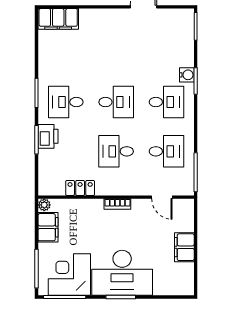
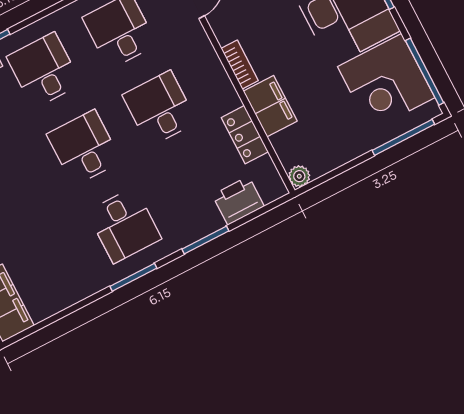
printer: (48, 136) -> (238, 201), moved
desk: (116, 151) -> (160, 109), turned 180
filing cabinet: (48, 227) -> (270, 106), moved, turned 90

